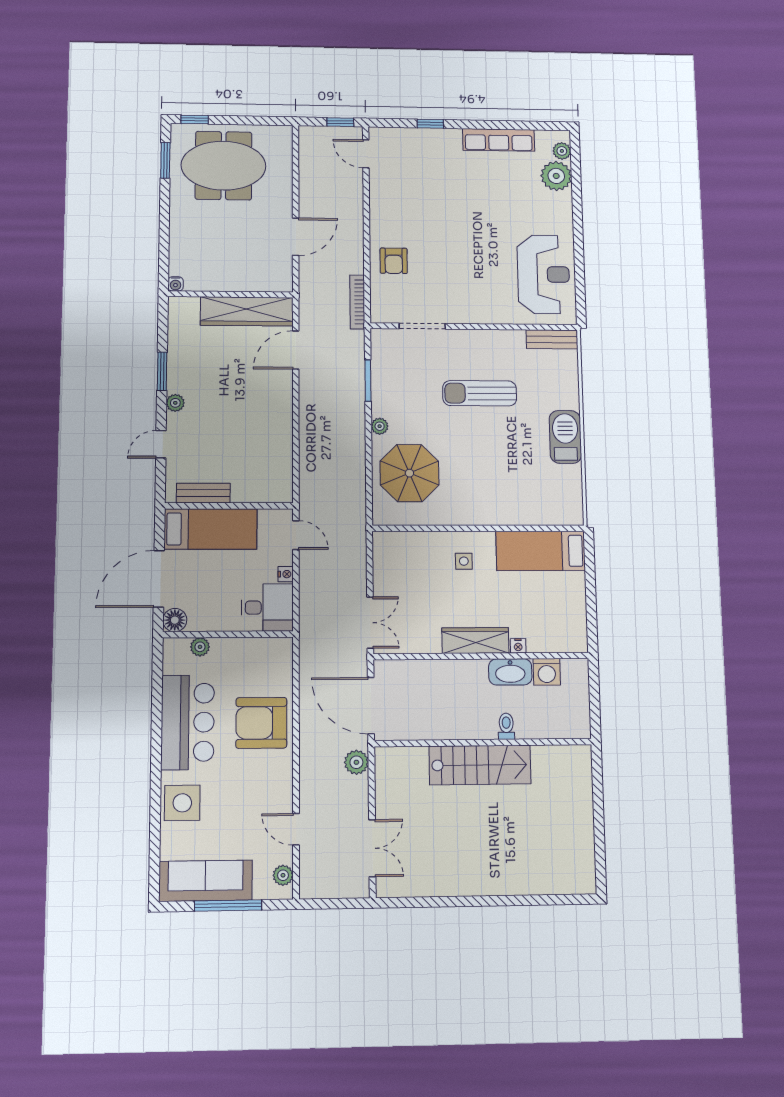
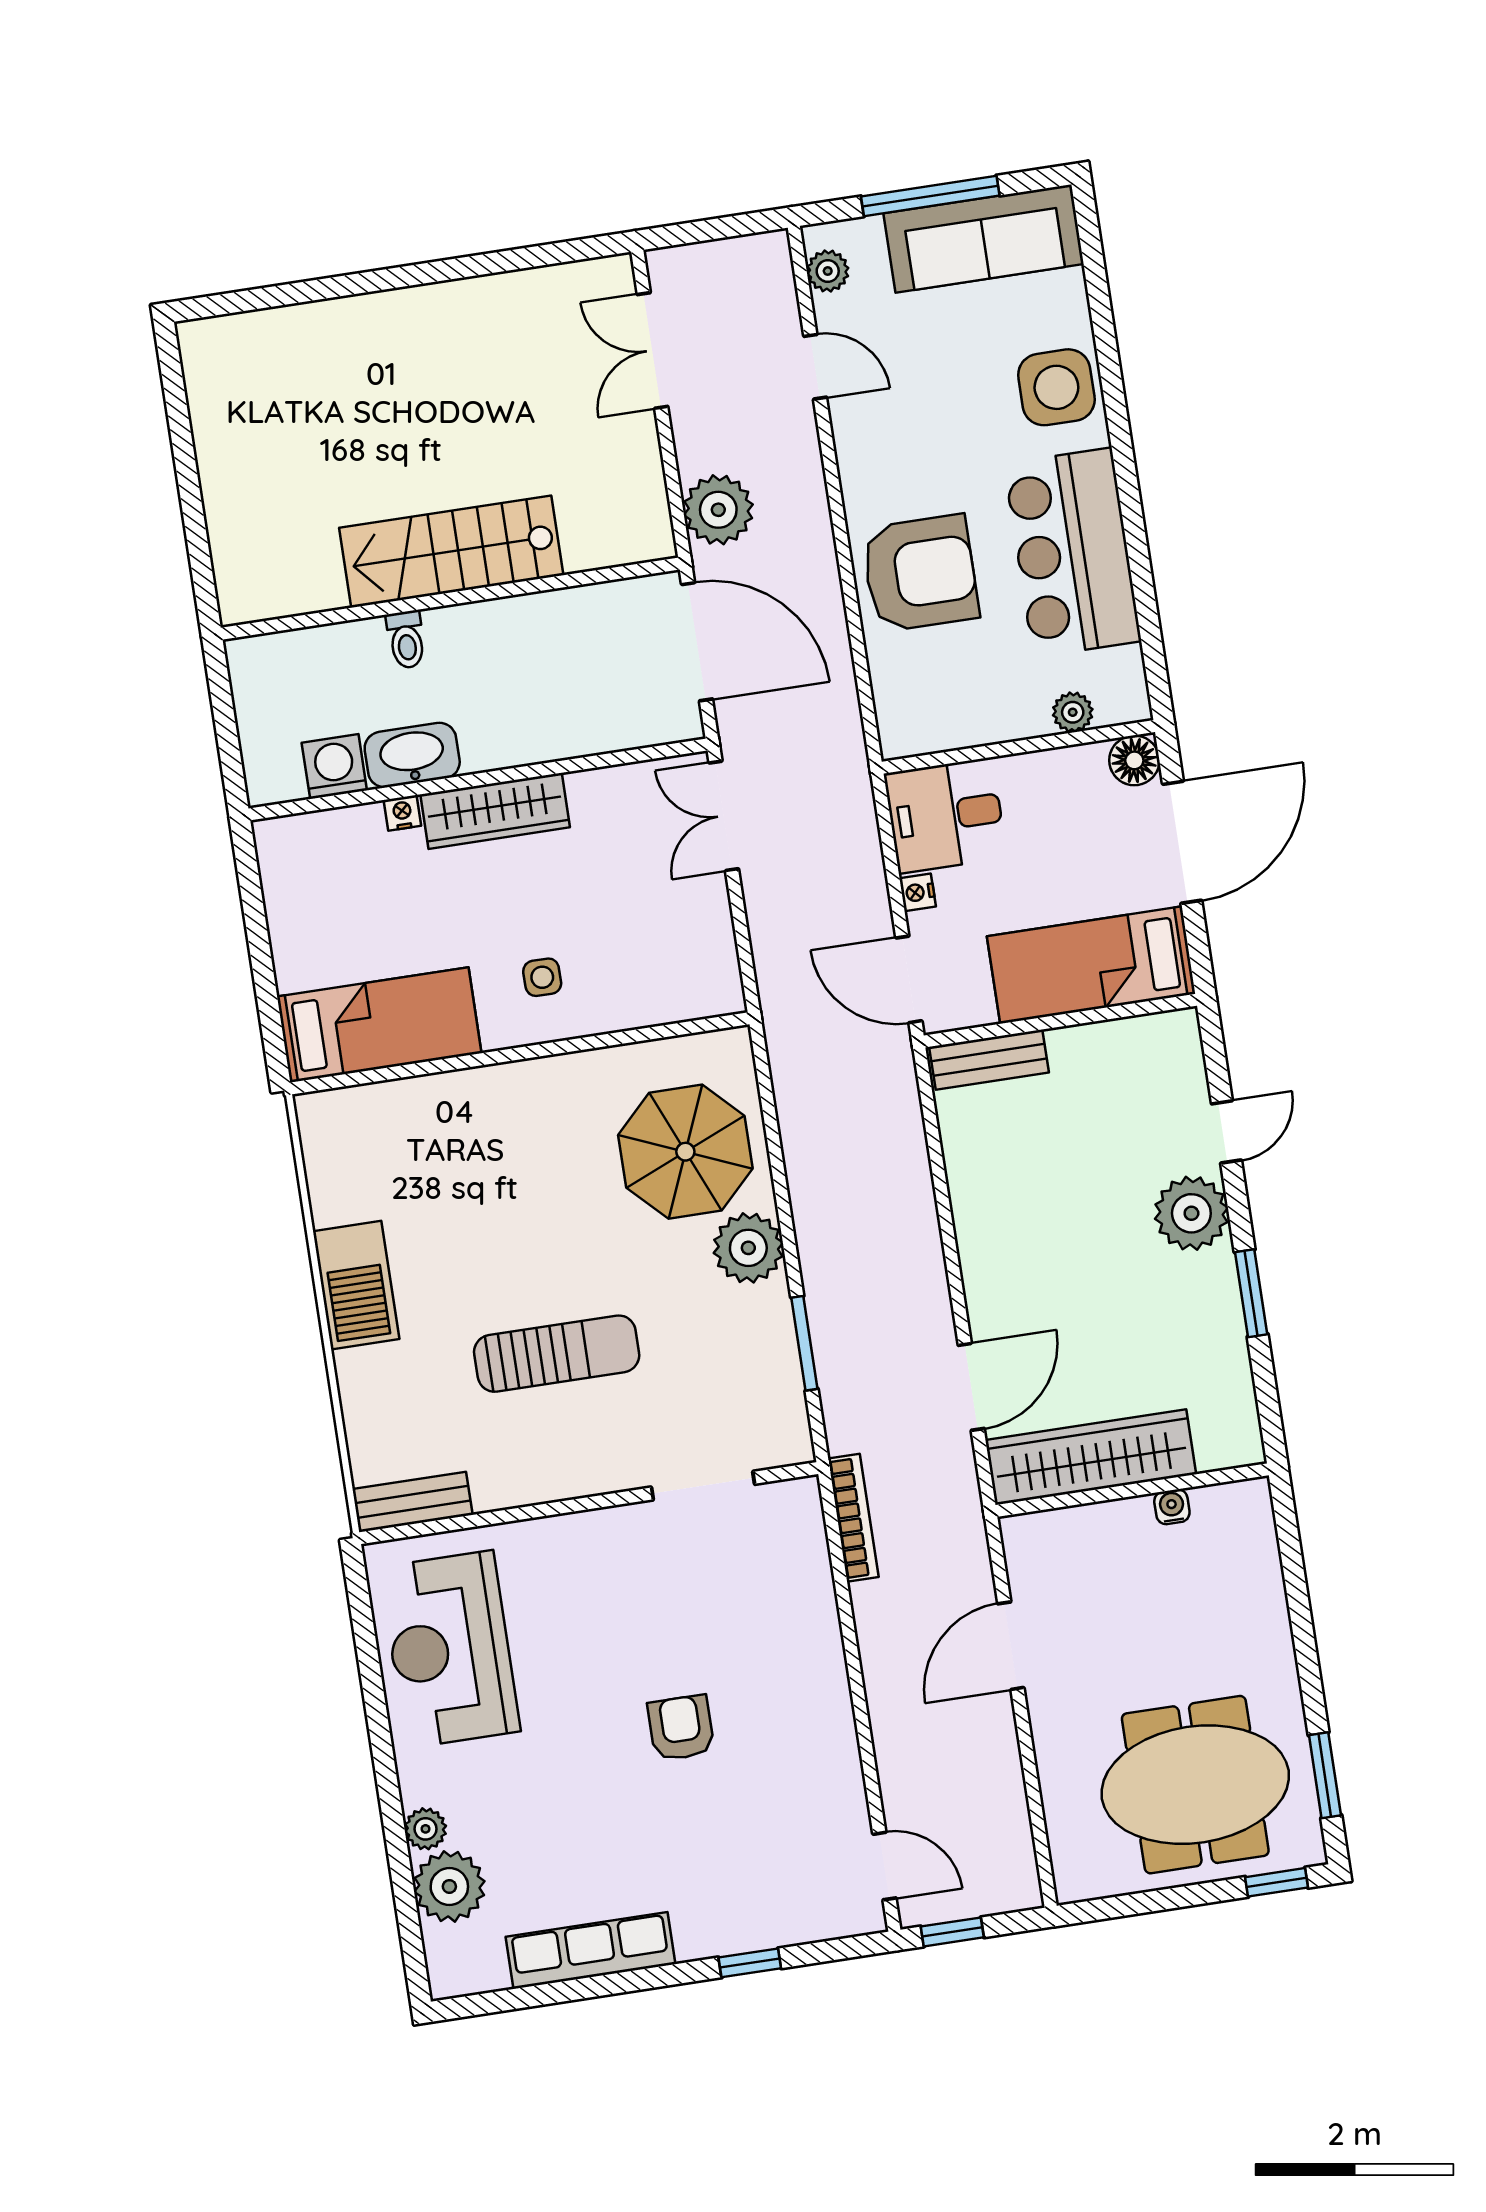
plant: (562, 151) -> (425, 1829), moved
armchair: (394, 261) -> (681, 1728), moved
water cooler: (176, 284) -> (1172, 1507), moved
plant: (175, 403) -> (1191, 1213), width x1.87, depth x1.87
plant: (380, 426) -> (748, 1248), width x1.87, depth x1.87
bench: (203, 493) -> (989, 1060), moved
door: (296, 535) -> (909, 979), width x1.38
plant: (356, 762) -> (718, 510), width x1.36, depth x1.36

